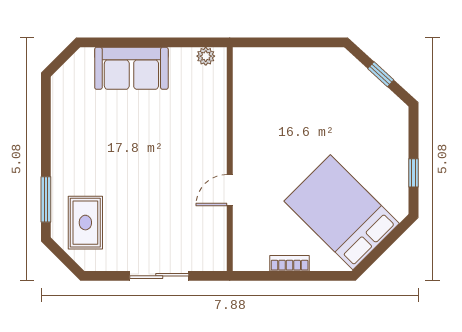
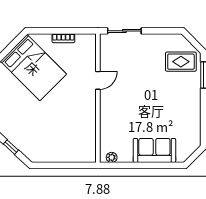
rug: (85, 223) -> (181, 62), turned 90
sliding door: (159, 276) -> (124, 31), moved

